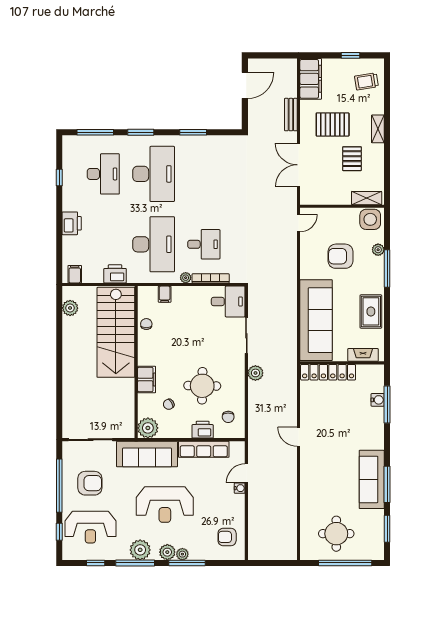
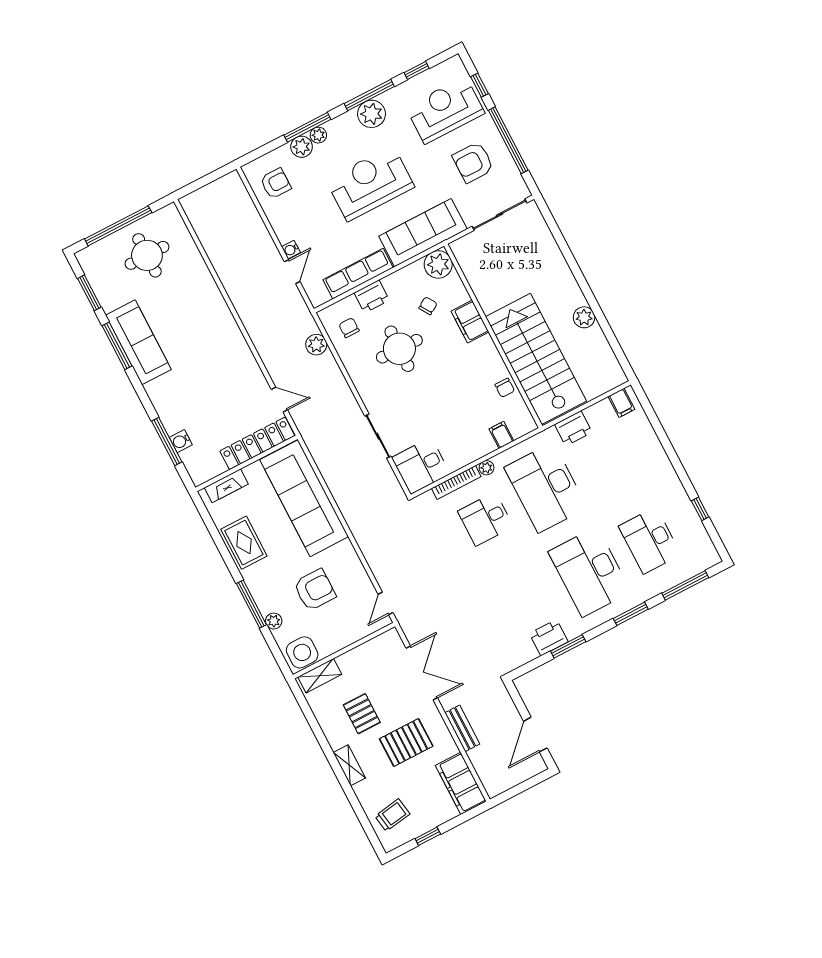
printer: (72, 223) -> (549, 638), moved, turned 90
plant: (70, 308) -> (584, 317), moved
plant: (255, 373) -> (316, 345), moved
door: (299, 437) -> (279, 400), moved
plant: (167, 552) -> (302, 147), moved

